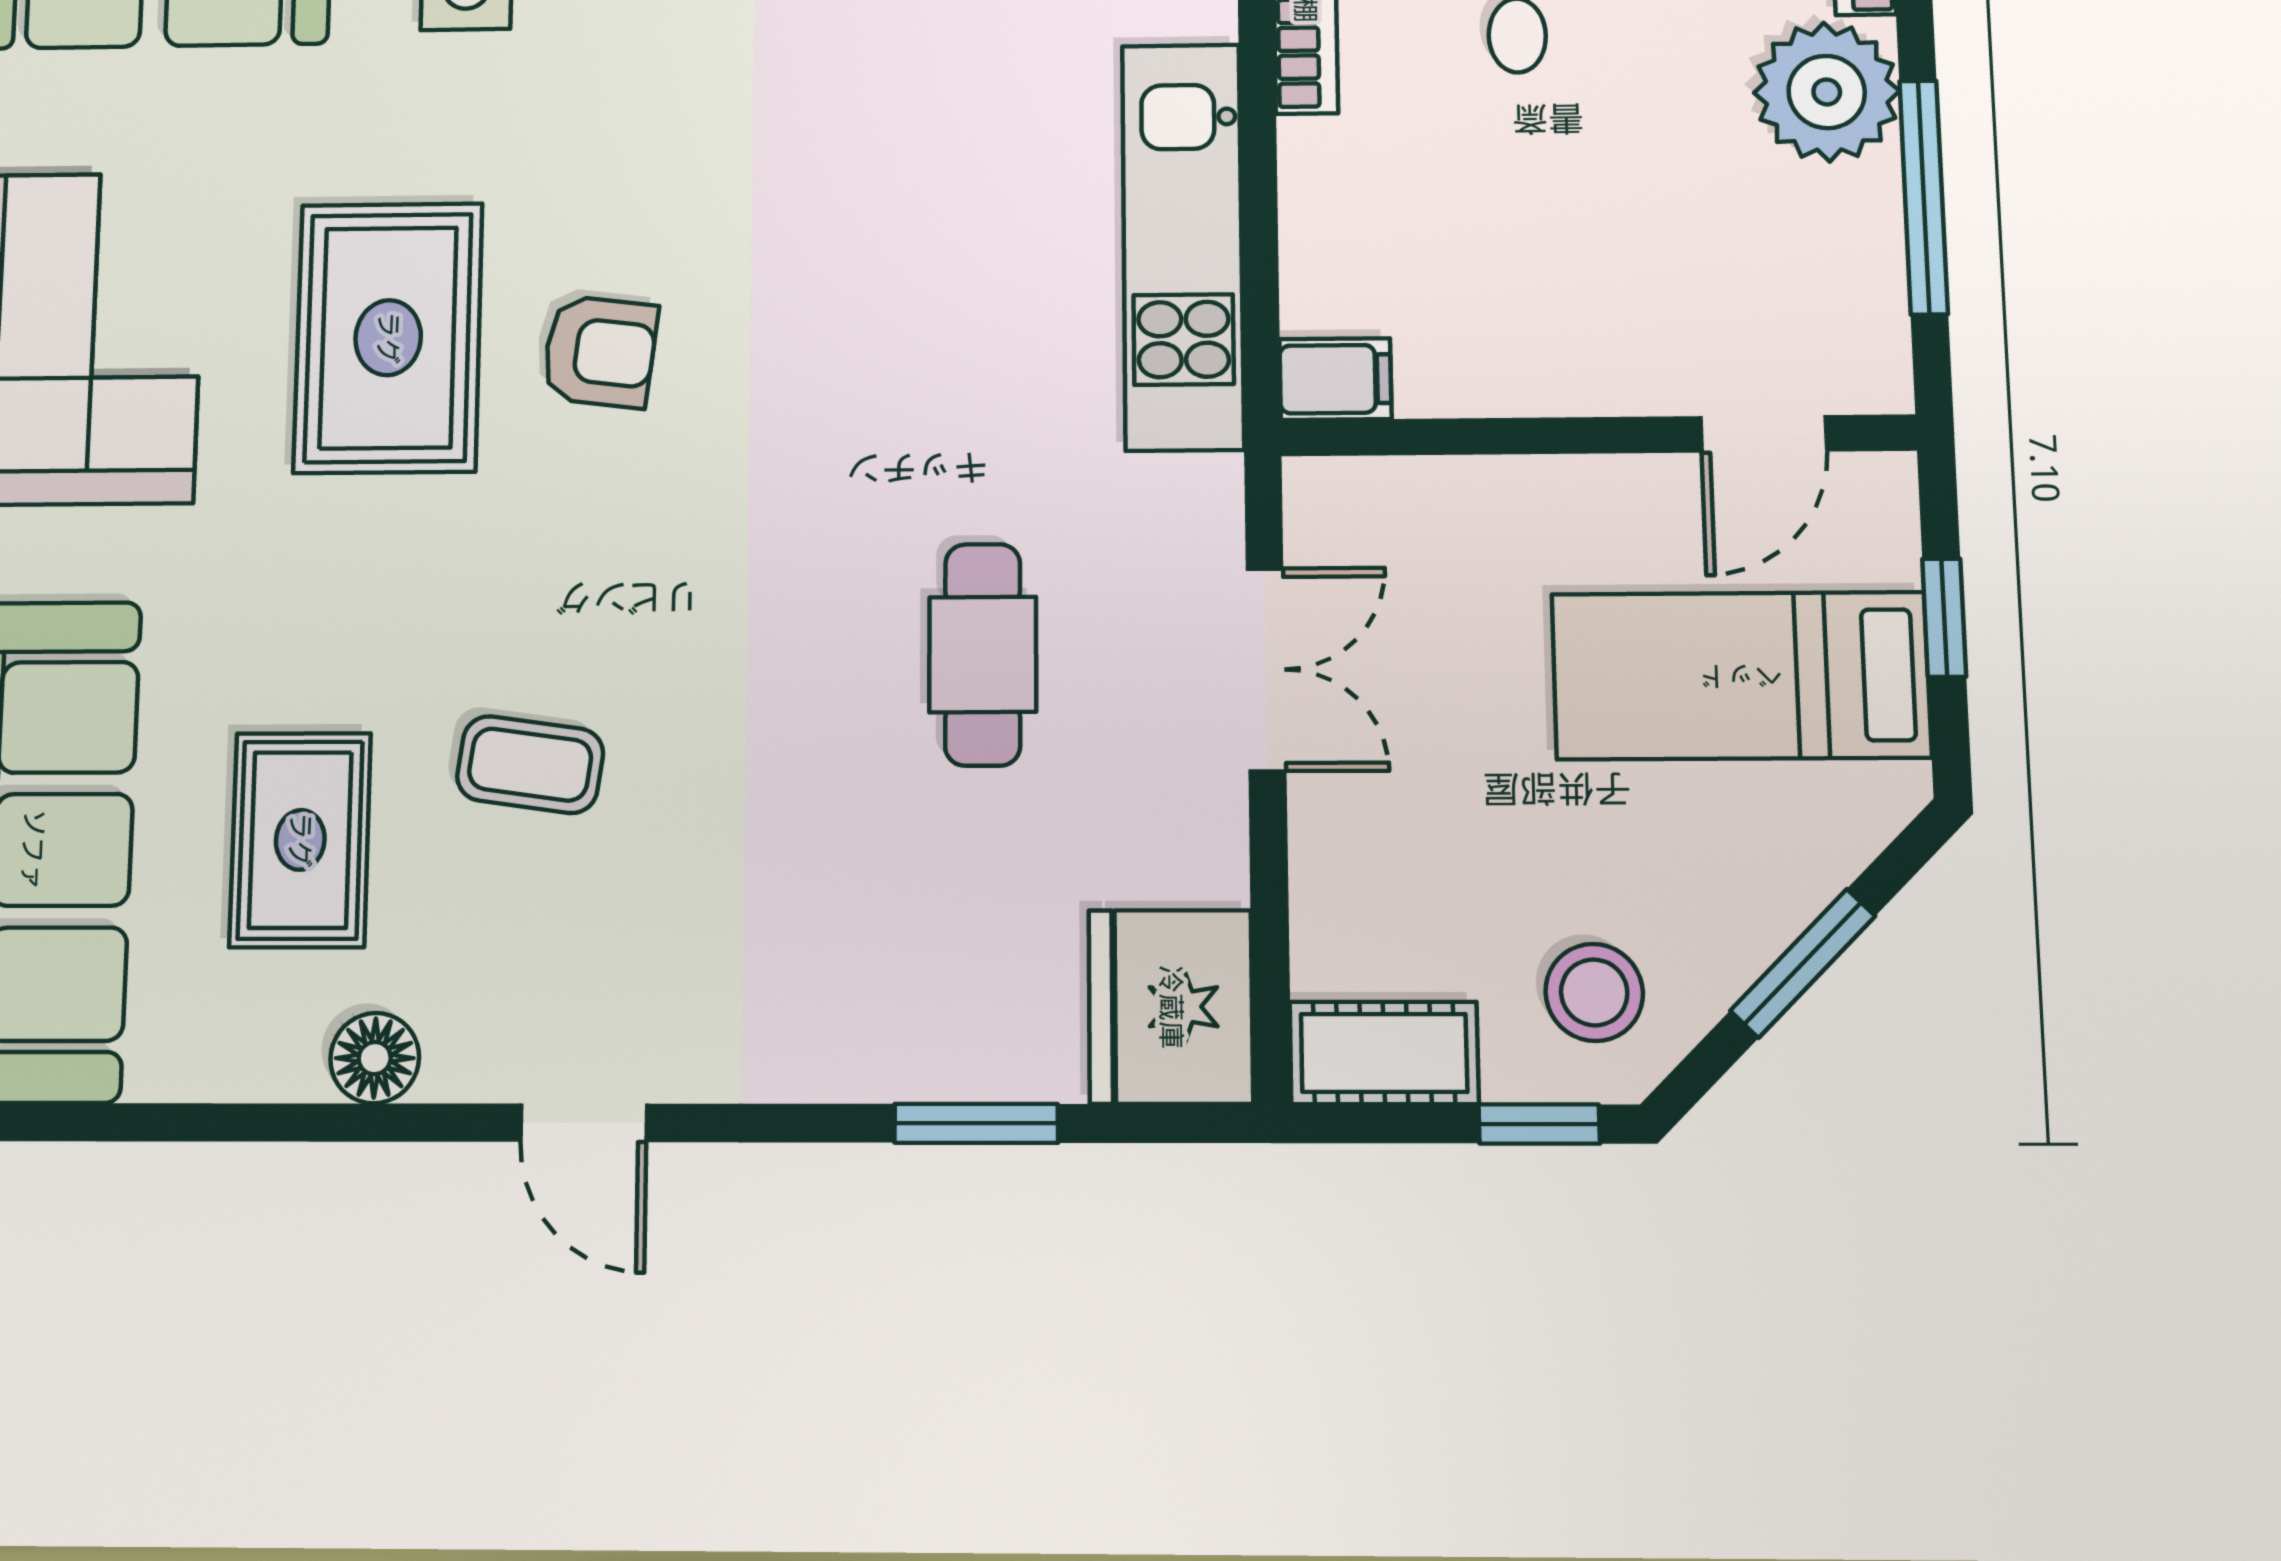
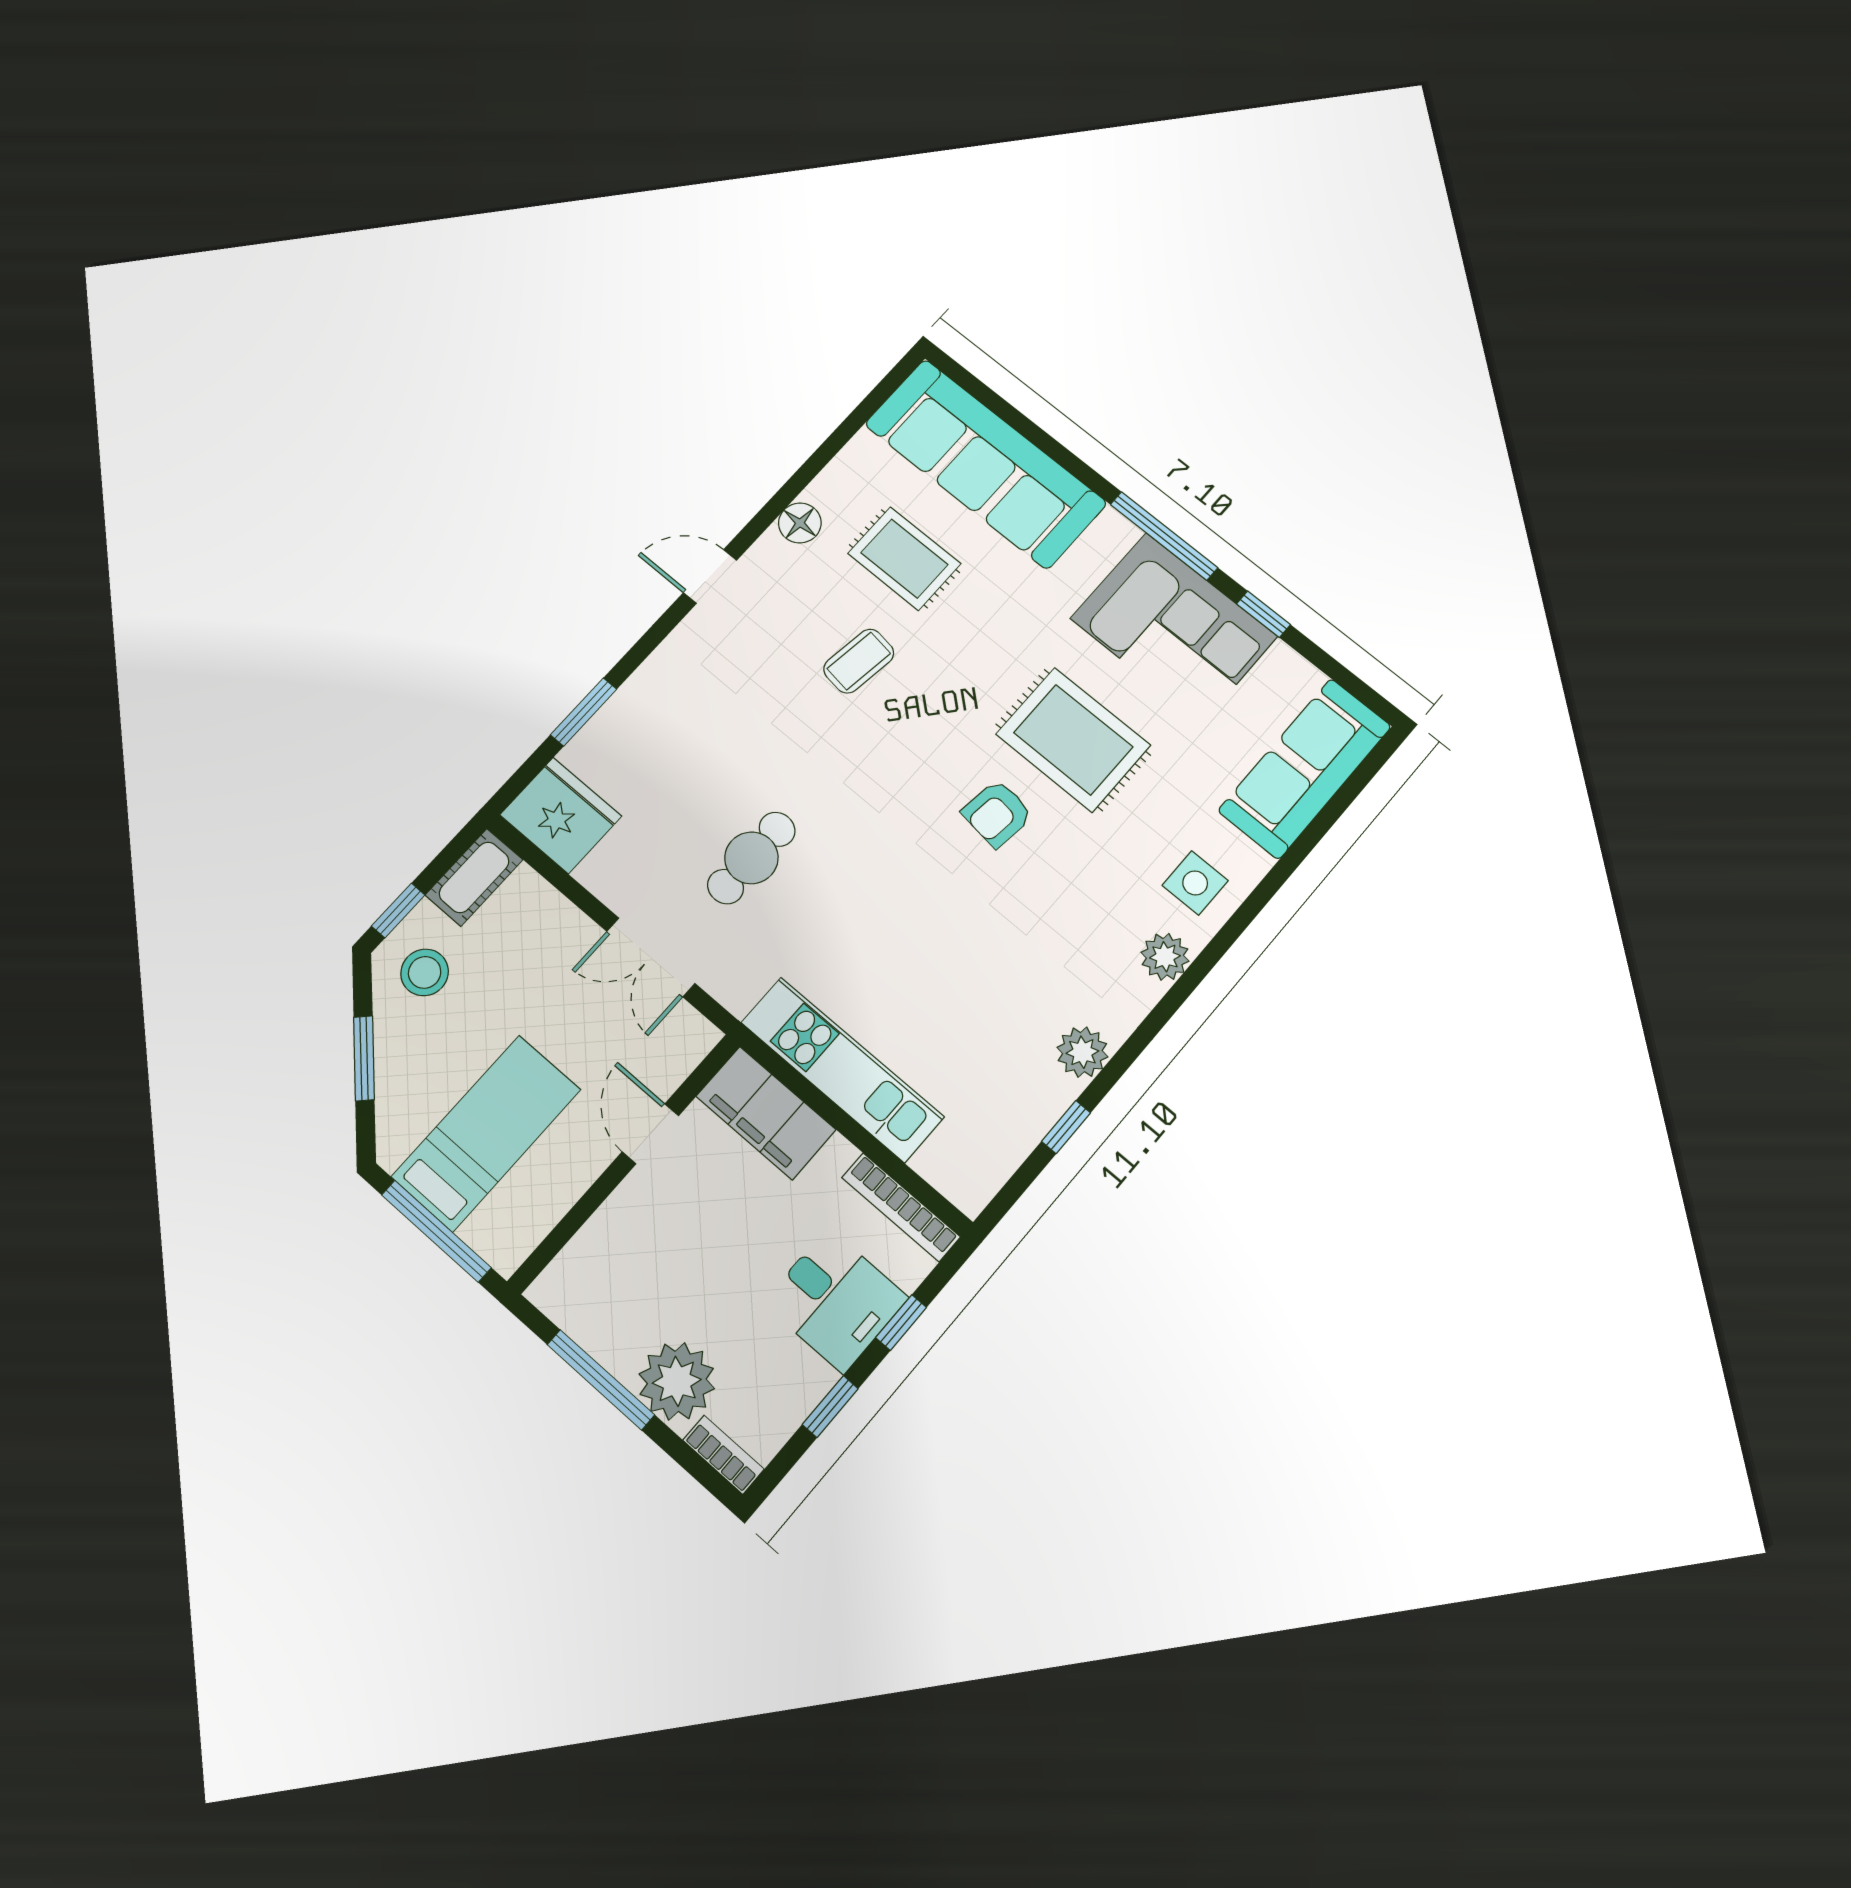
filing cabinet: (1335, 379) -> (766, 1113), width x3.00, depth x1.17
door: (1764, 434) -> (650, 1134), moved
window: (1944, 618) -> (436, 1231), width x2.17
cafe table: (983, 654) -> (751, 858), turned 90

